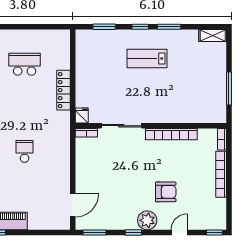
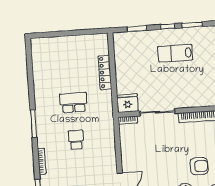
school desk: (25, 64) -> (73, 103), moved
locker: (63, 90) -> (105, 72), moved
fridge: (82, 115) -> (127, 103), width x1.88, depth x1.34

